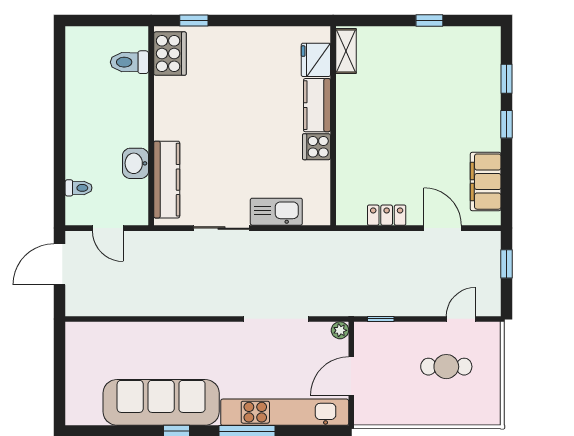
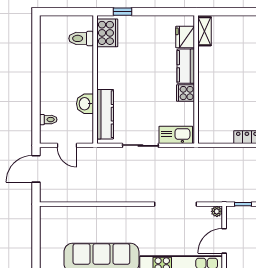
shelving: (346, 51) -> (205, 31), moved
fridge: (316, 60) -> (185, 37), moved
kitchen counter: (317, 105) -> (186, 66), moved
wall: (333, 126) -> (196, 79), moved
cooker: (317, 147) -> (186, 93), moved

